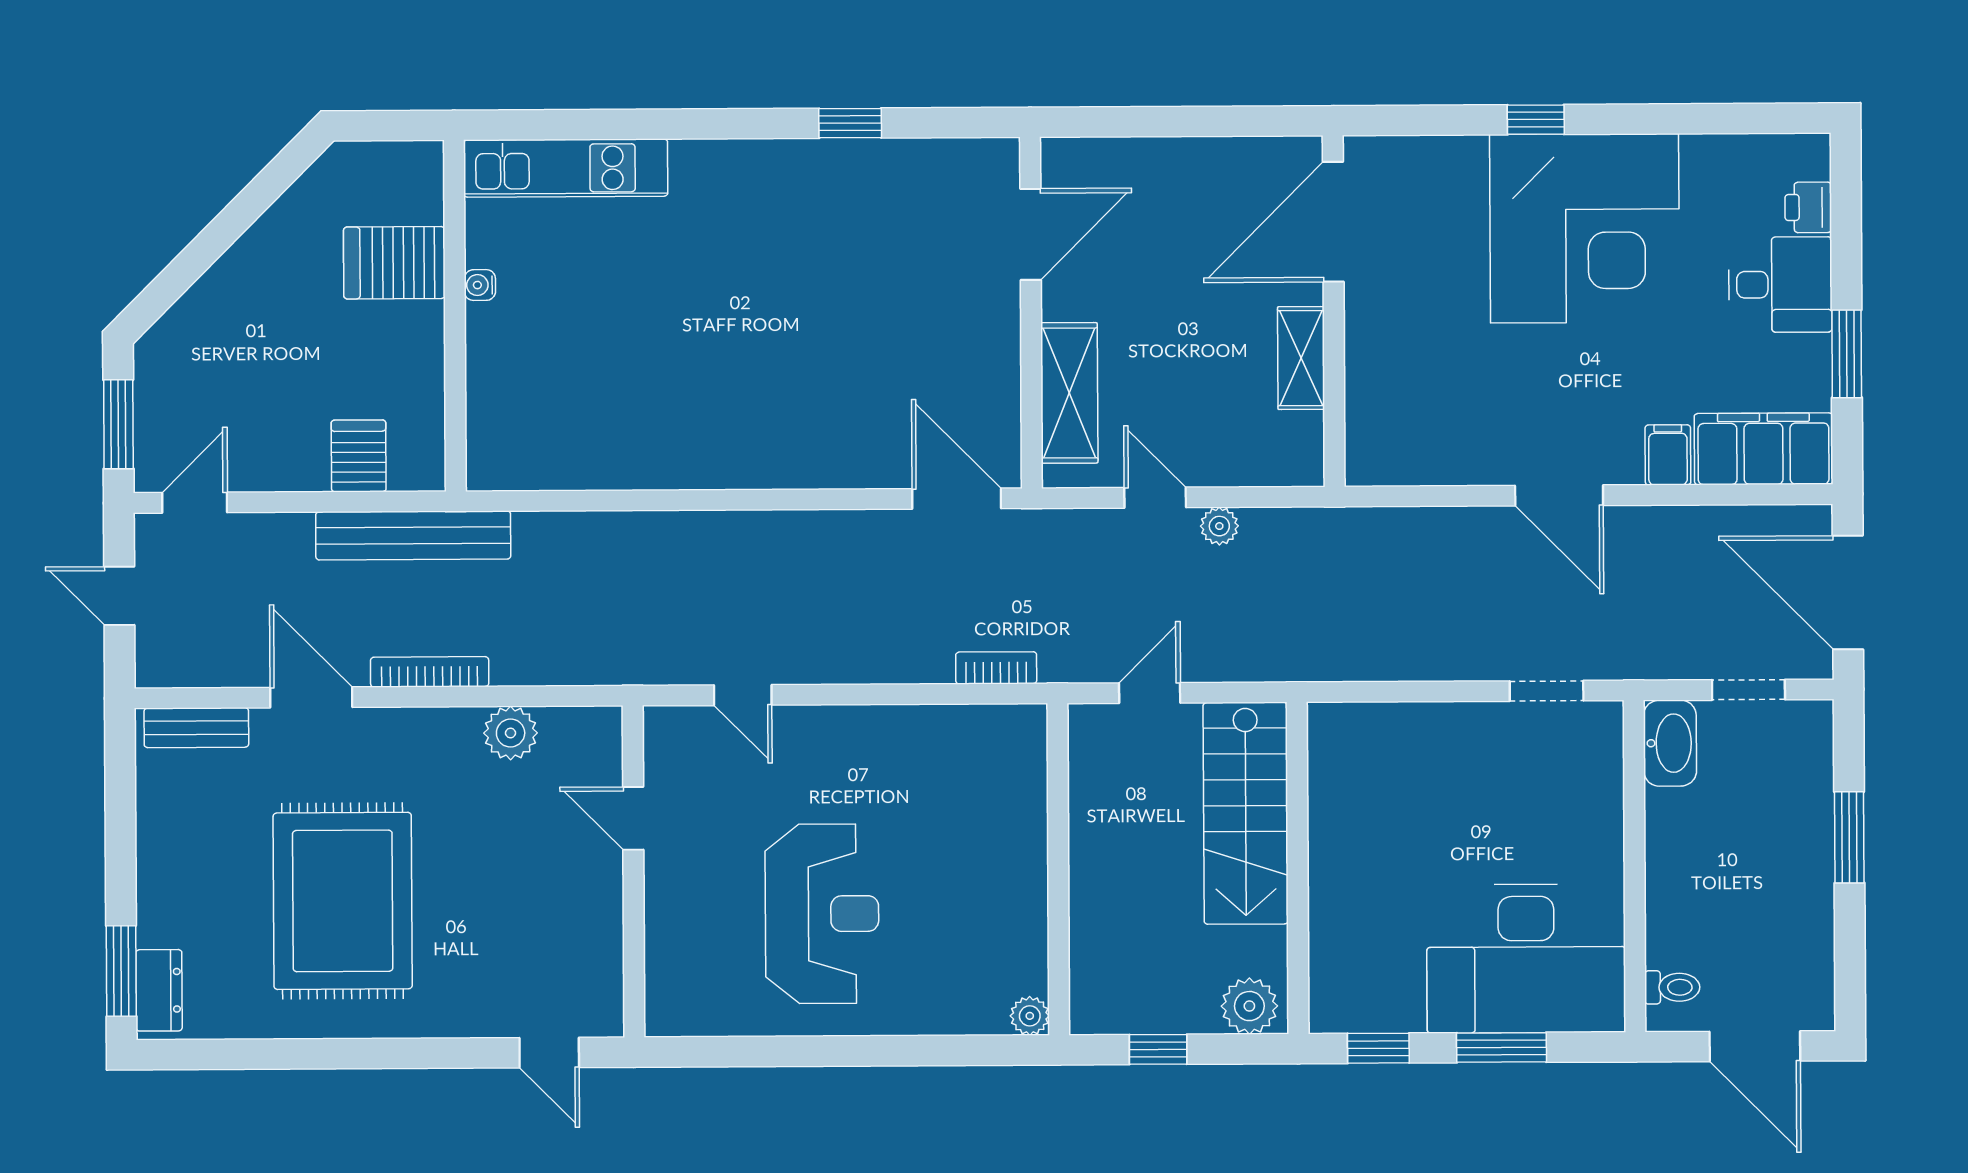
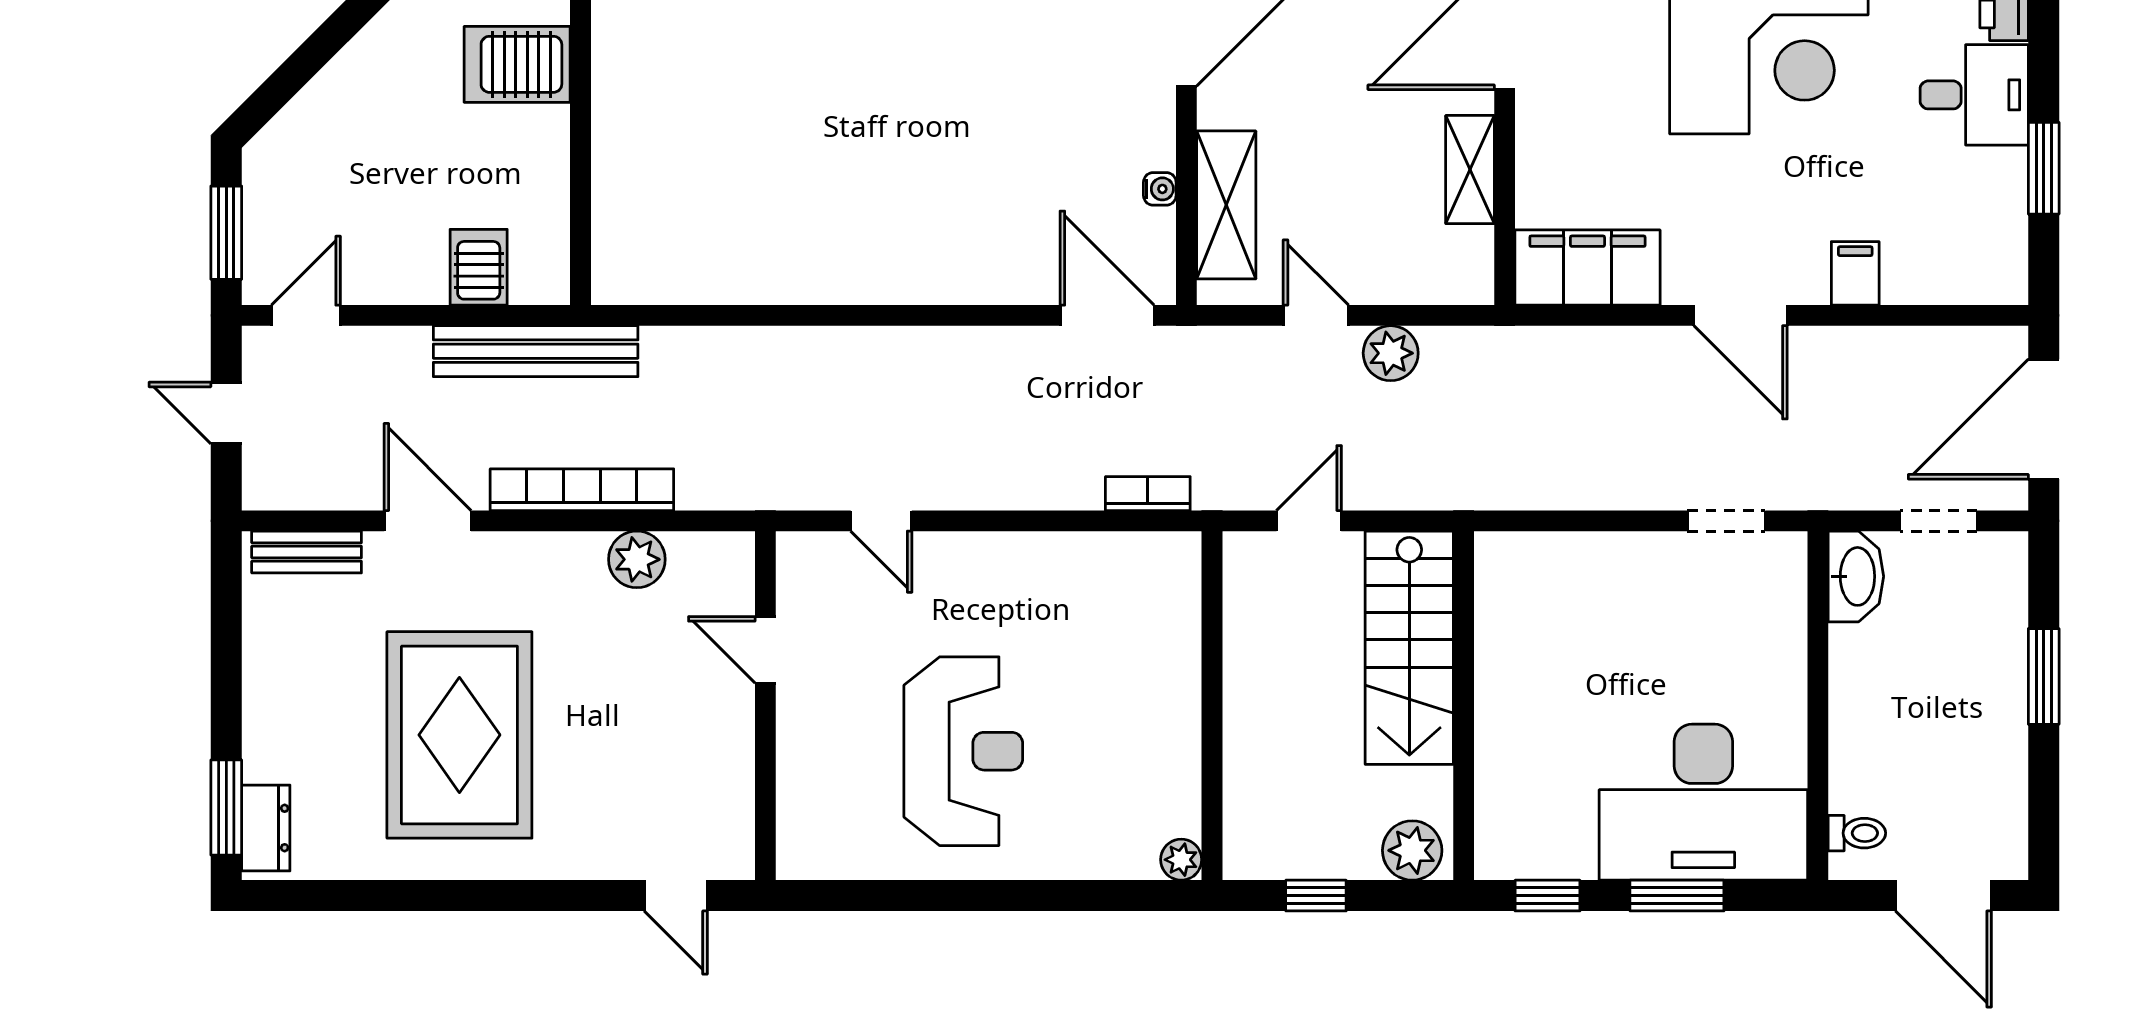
water cooler: (480, 285) -> (1160, 189), moved, turned 180
filing cabinet: (1763, 449) -> (1587, 268), moved
plant: (1219, 526) -> (1391, 353), width x1.38, depth x1.38
door: (1848, 593) -> (2044, 419), hinge flipped
bookcase: (430, 672) -> (582, 490), width x1.48, depth x1.31

